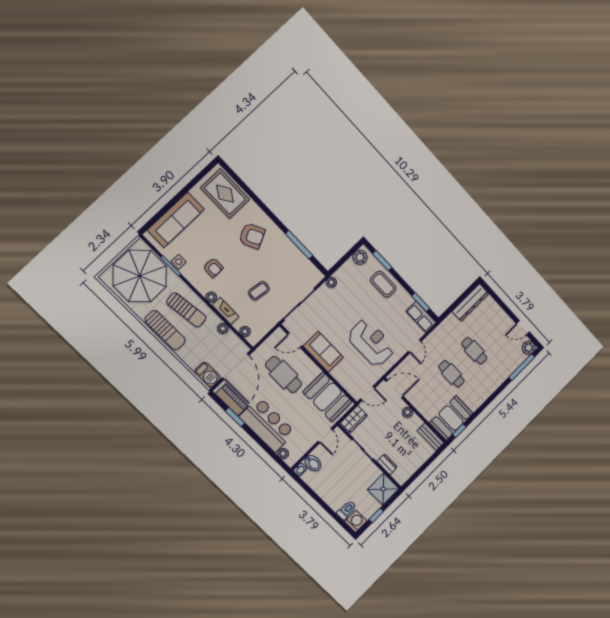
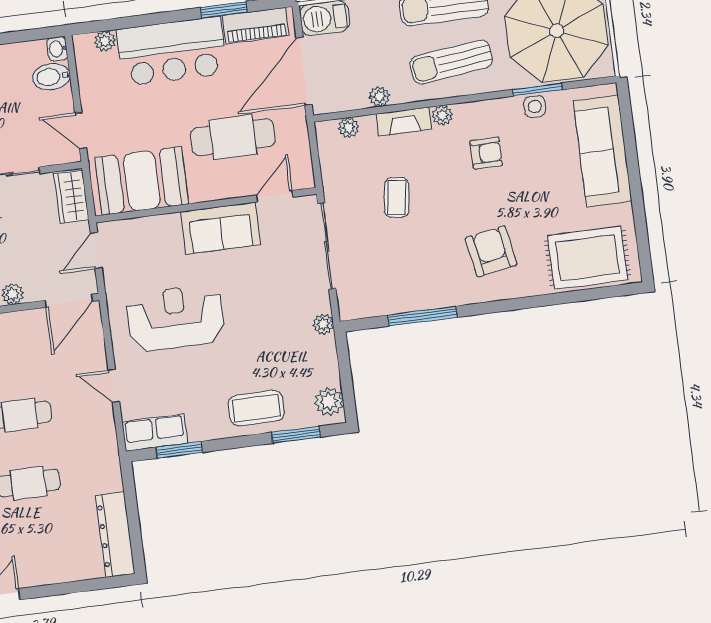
armchair: (252, 236) -> (491, 251), turned 106
armchair: (213, 268) -> (486, 153), turned 180
reception desk: (371, 343) -> (176, 318), turned 180
door: (236, 366) -> (304, 71), hinge flipped

